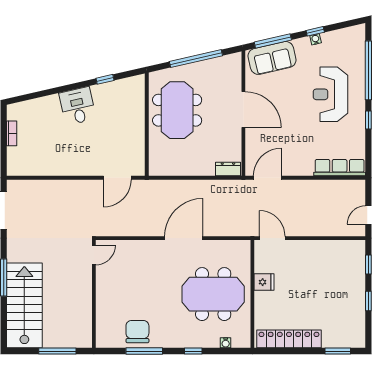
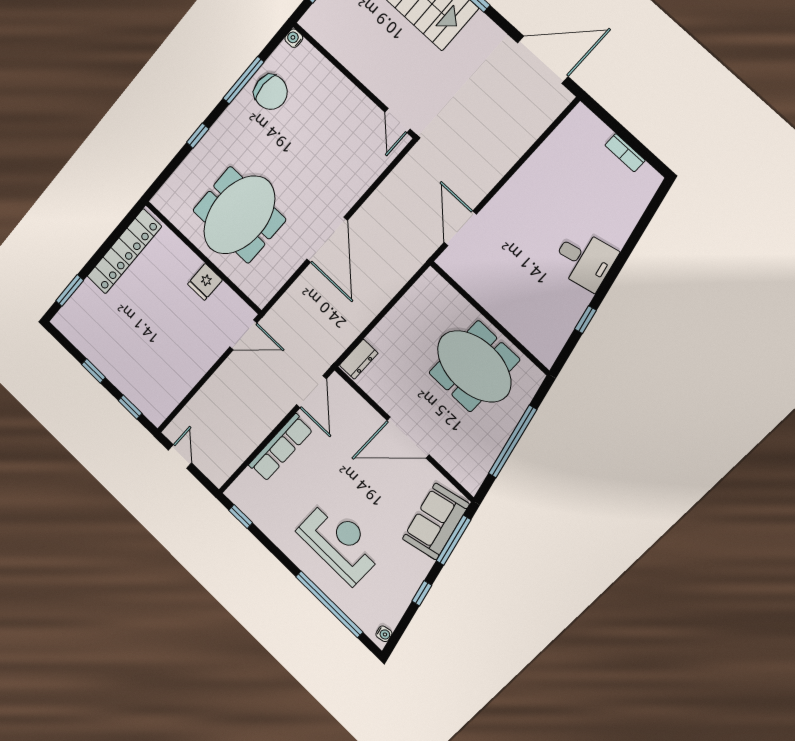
water cooler: (316, 39) -> (384, 634), moved
window: (368, 120) -> (241, 517), moved
row of seats: (340, 168) -> (281, 448), moved
water cooler: (226, 343) -> (294, 38), moved

